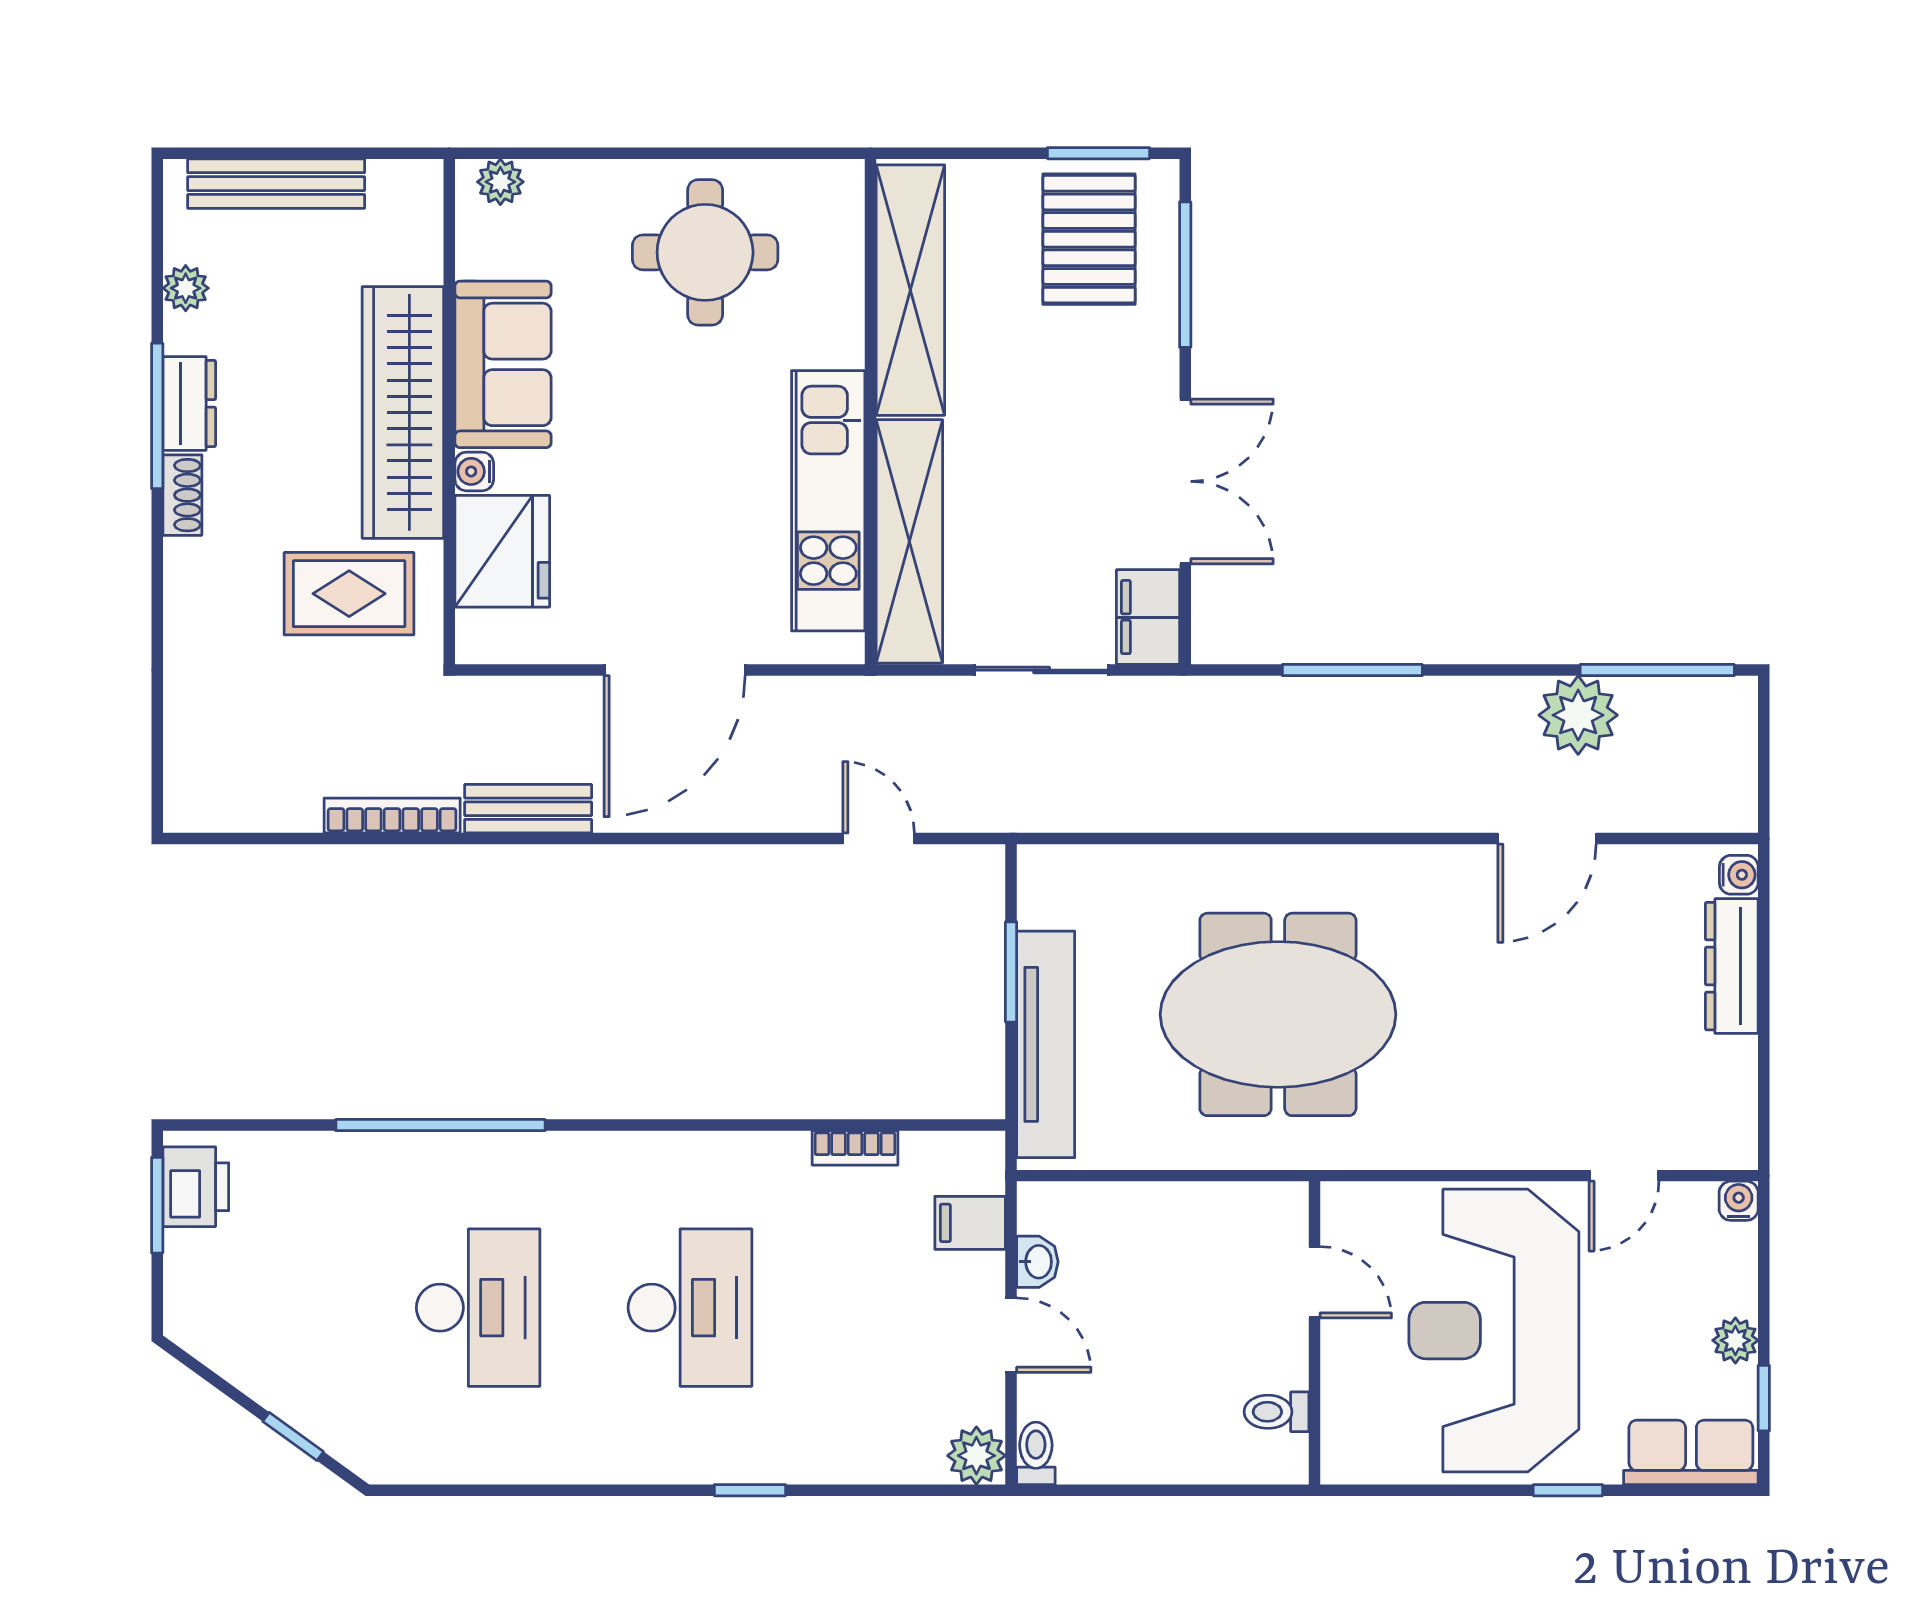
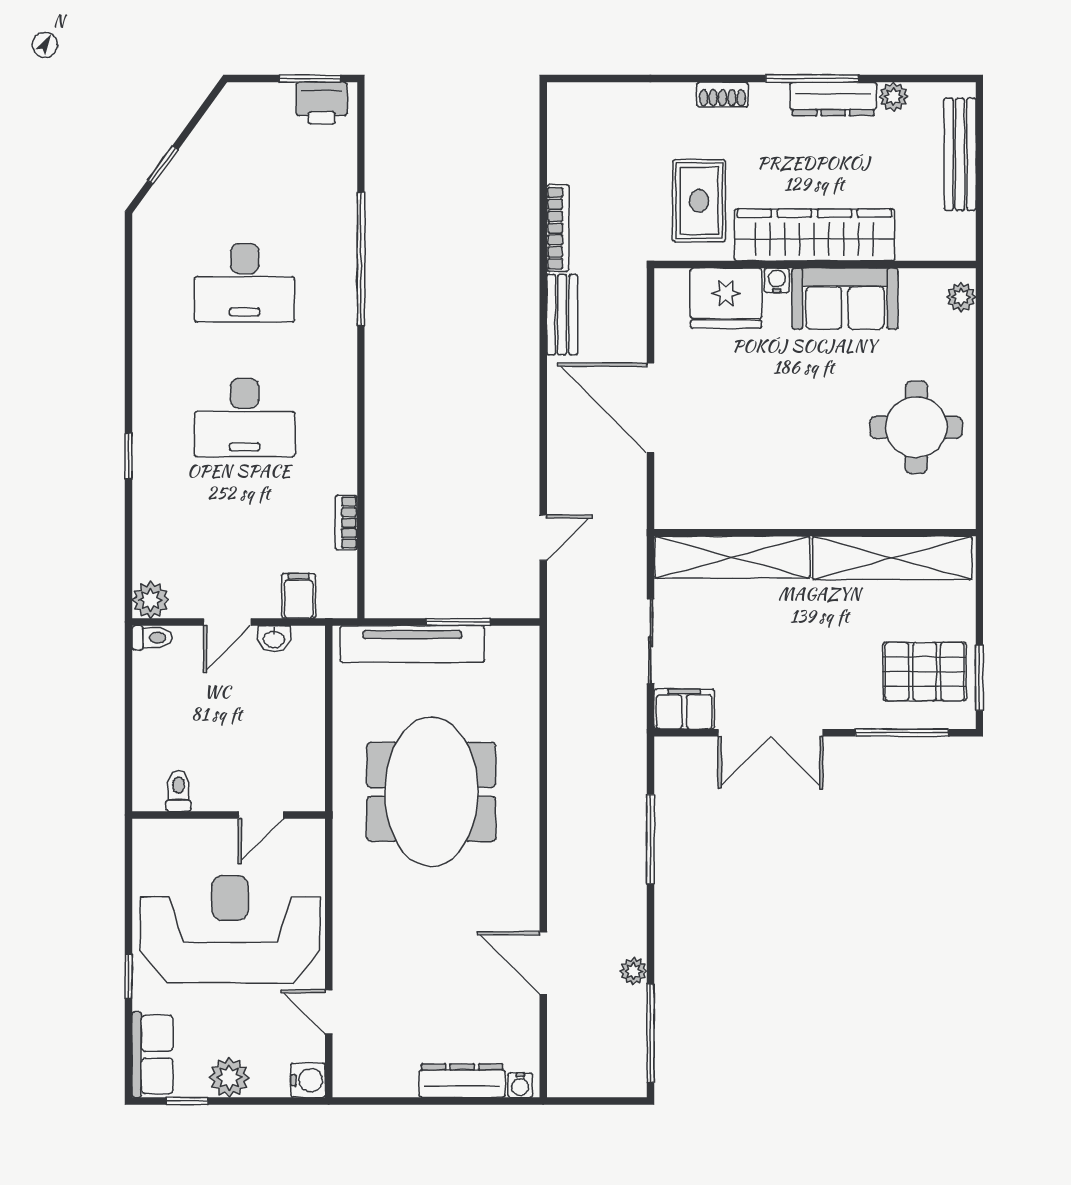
dresser: (189, 403) -> (833, 99), width x1.44
shoe rack: (182, 495) -> (722, 95), moved
kitchen unit: (828, 501) -> (758, 506), removed
plant: (1578, 715) -> (633, 971), width x0.53, depth x0.53
water cooler: (1739, 1201) -> (308, 1080), width x1.38, depth x1.38
plant: (1735, 1340) -> (229, 1077), width x1.38, depth x1.38

